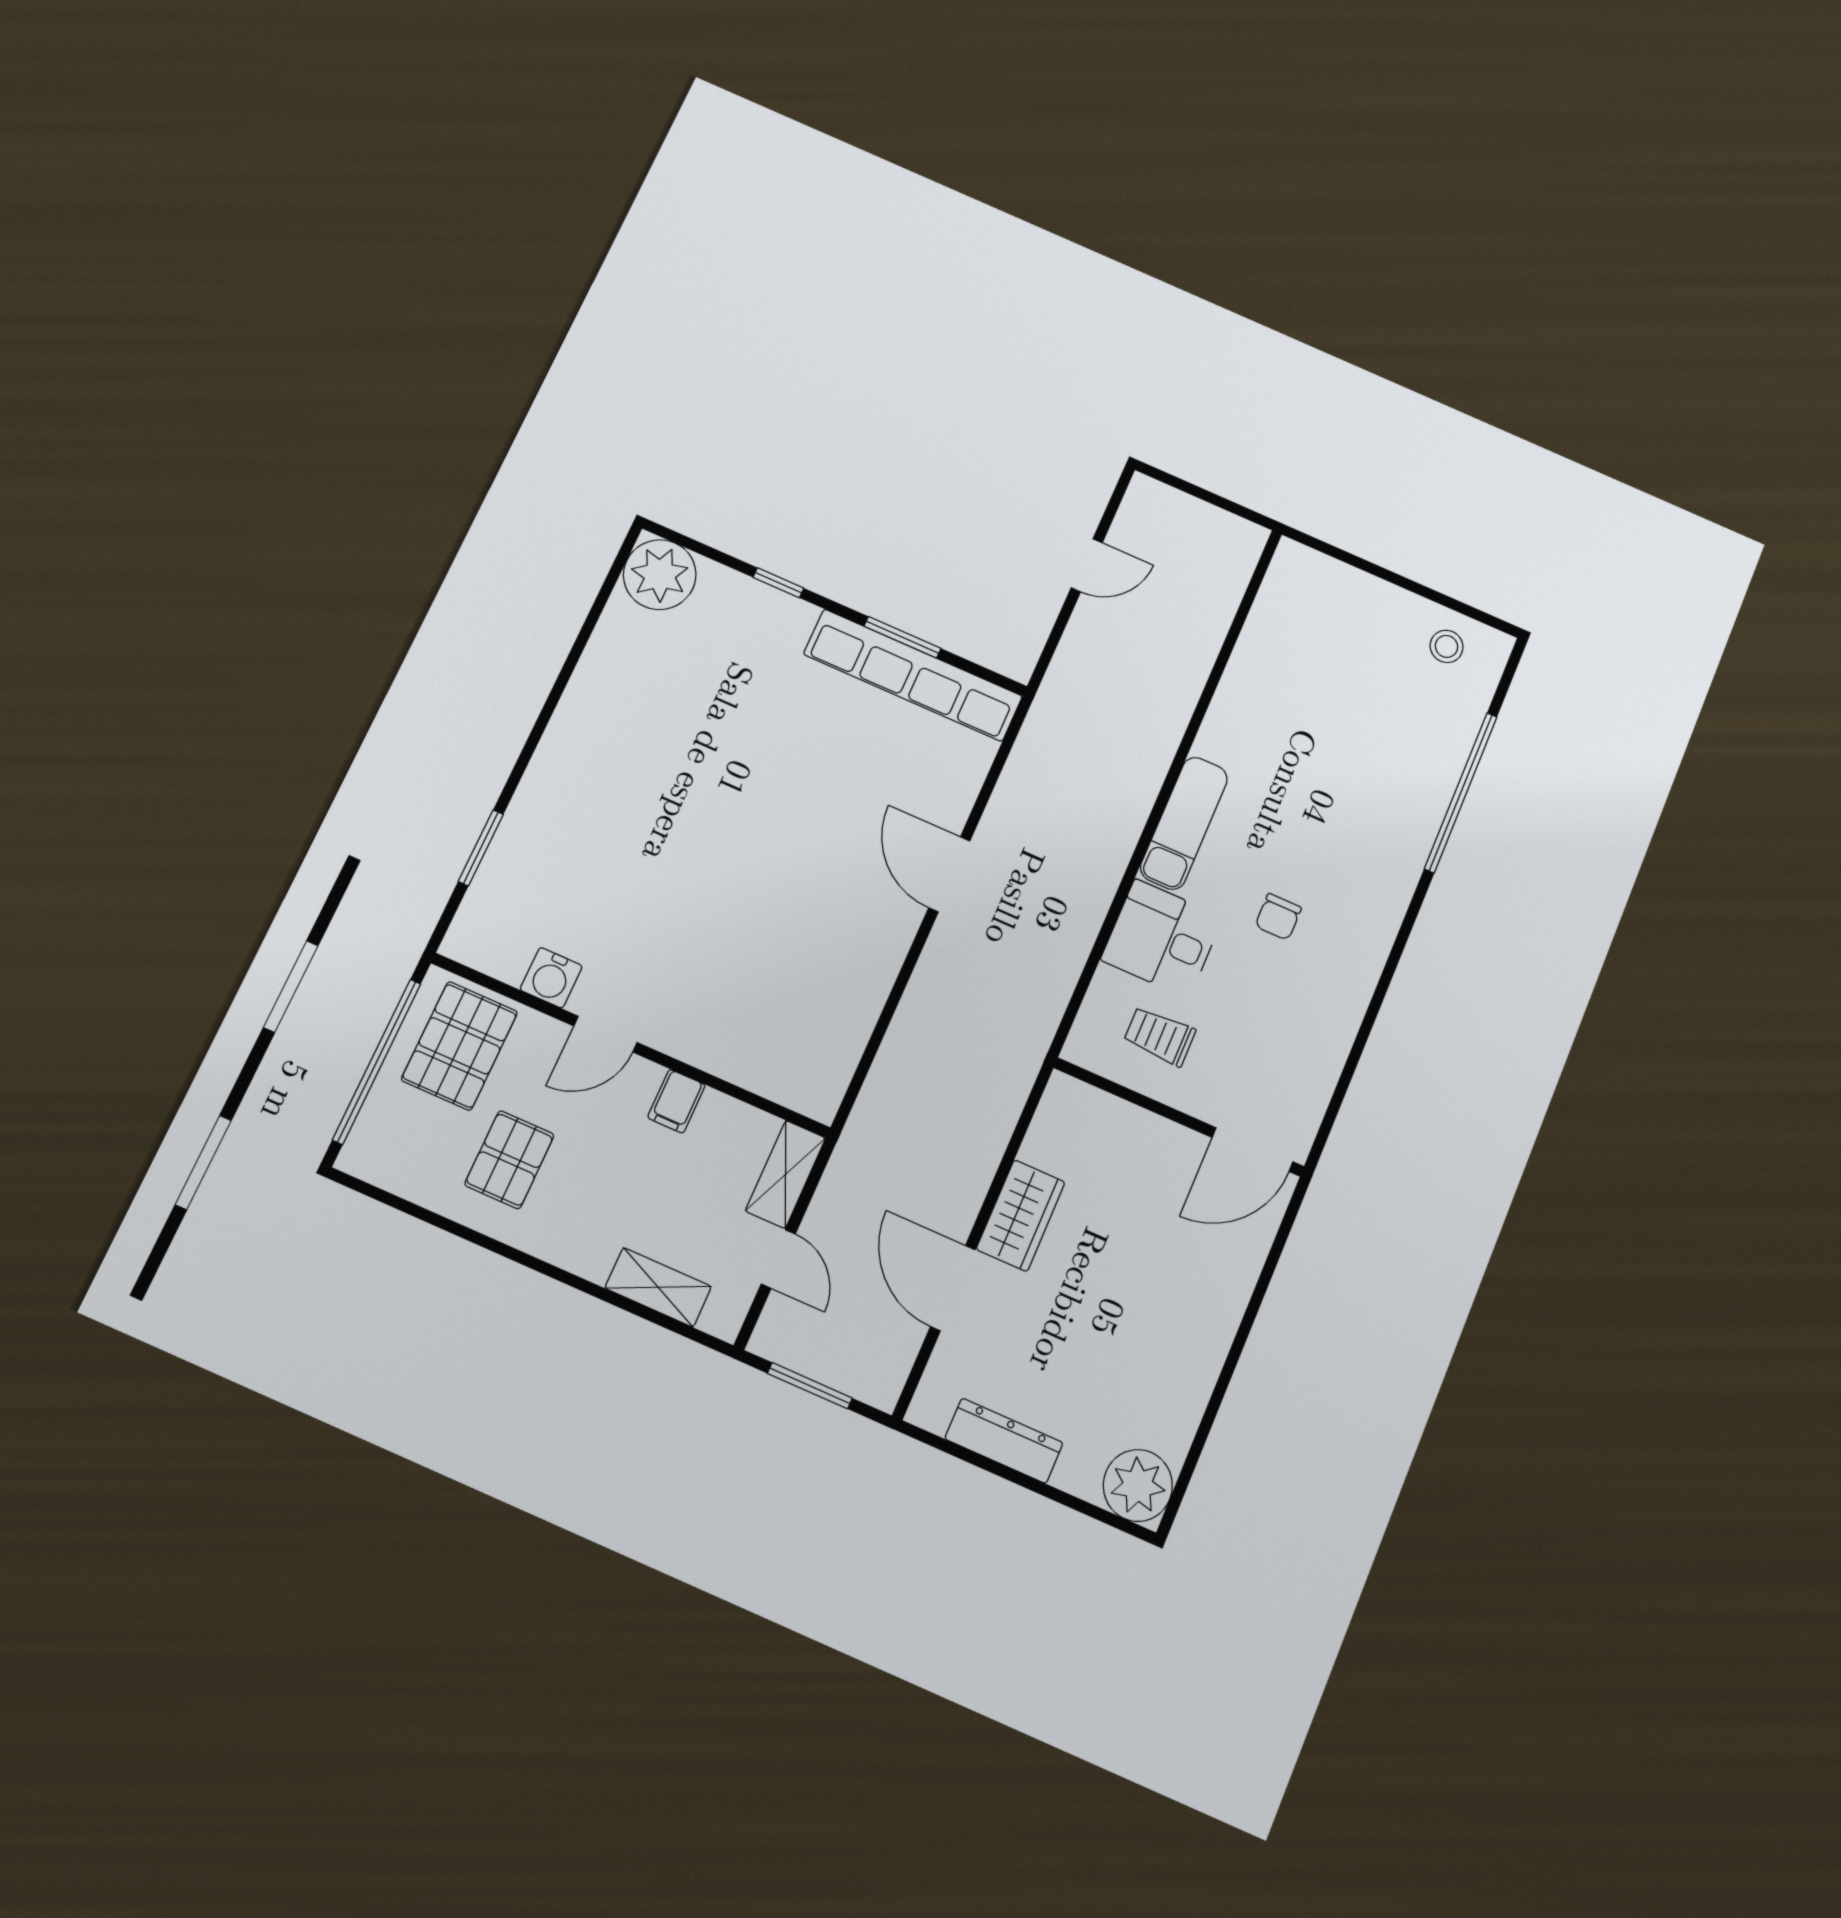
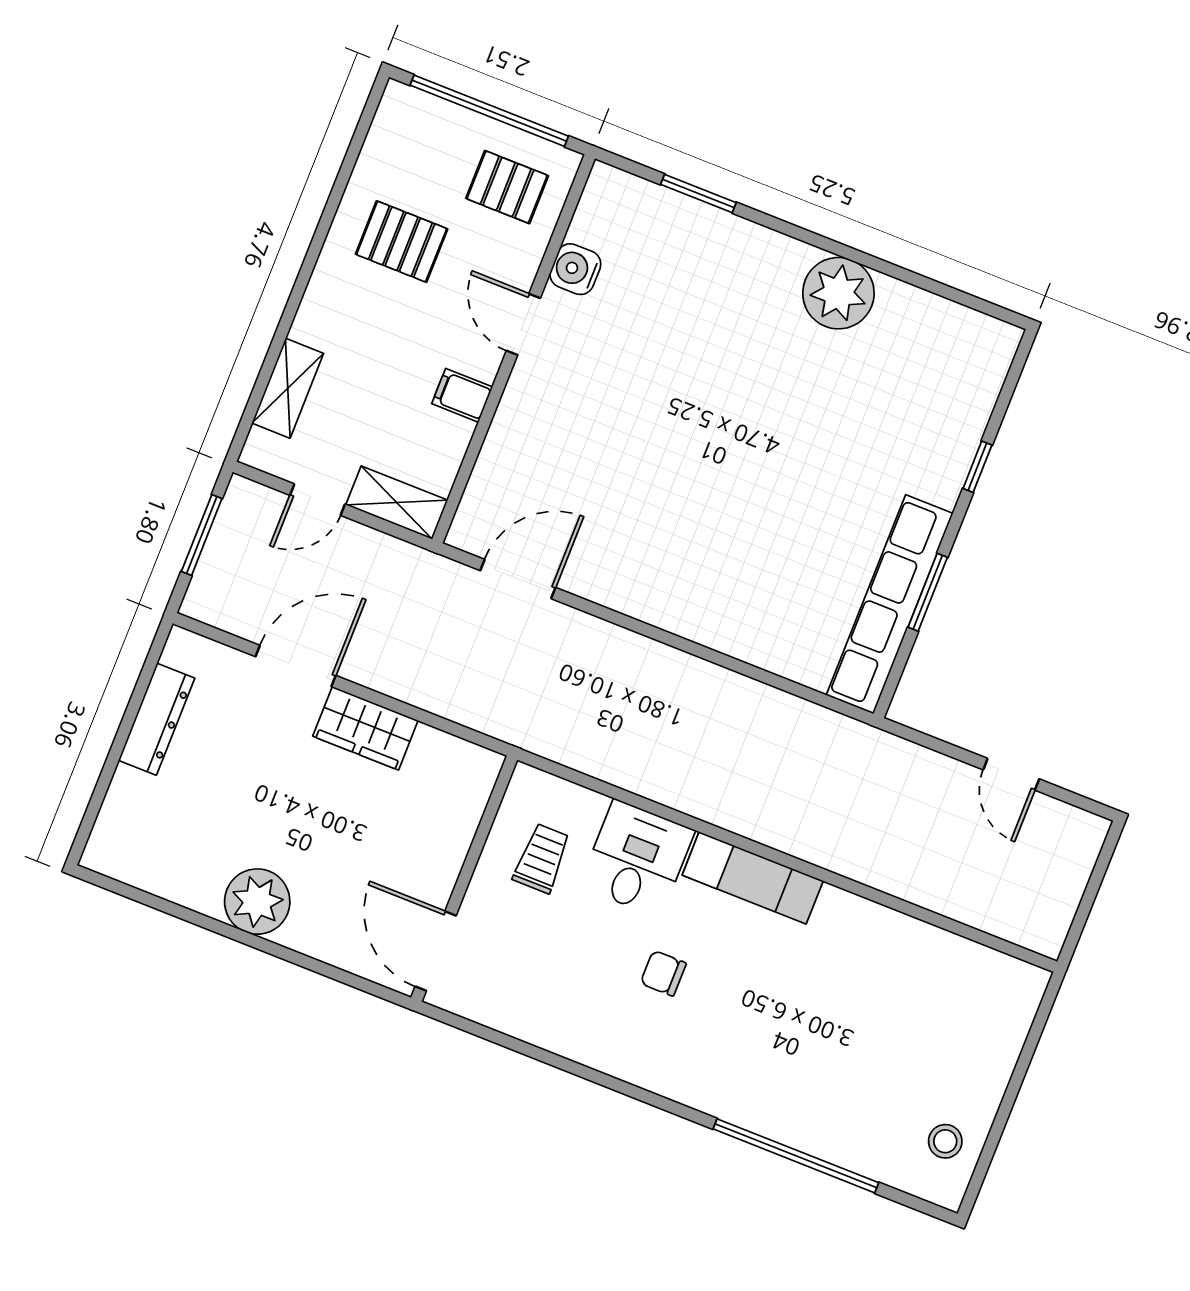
plant: (660, 575) -> (838, 293), moved
door: (949, 874) -> (518, 579), moved
pallet: (459, 1046) -> (507, 187), width x0.67, depth x0.71
plant: (1138, 1485) -> (257, 902), moved

